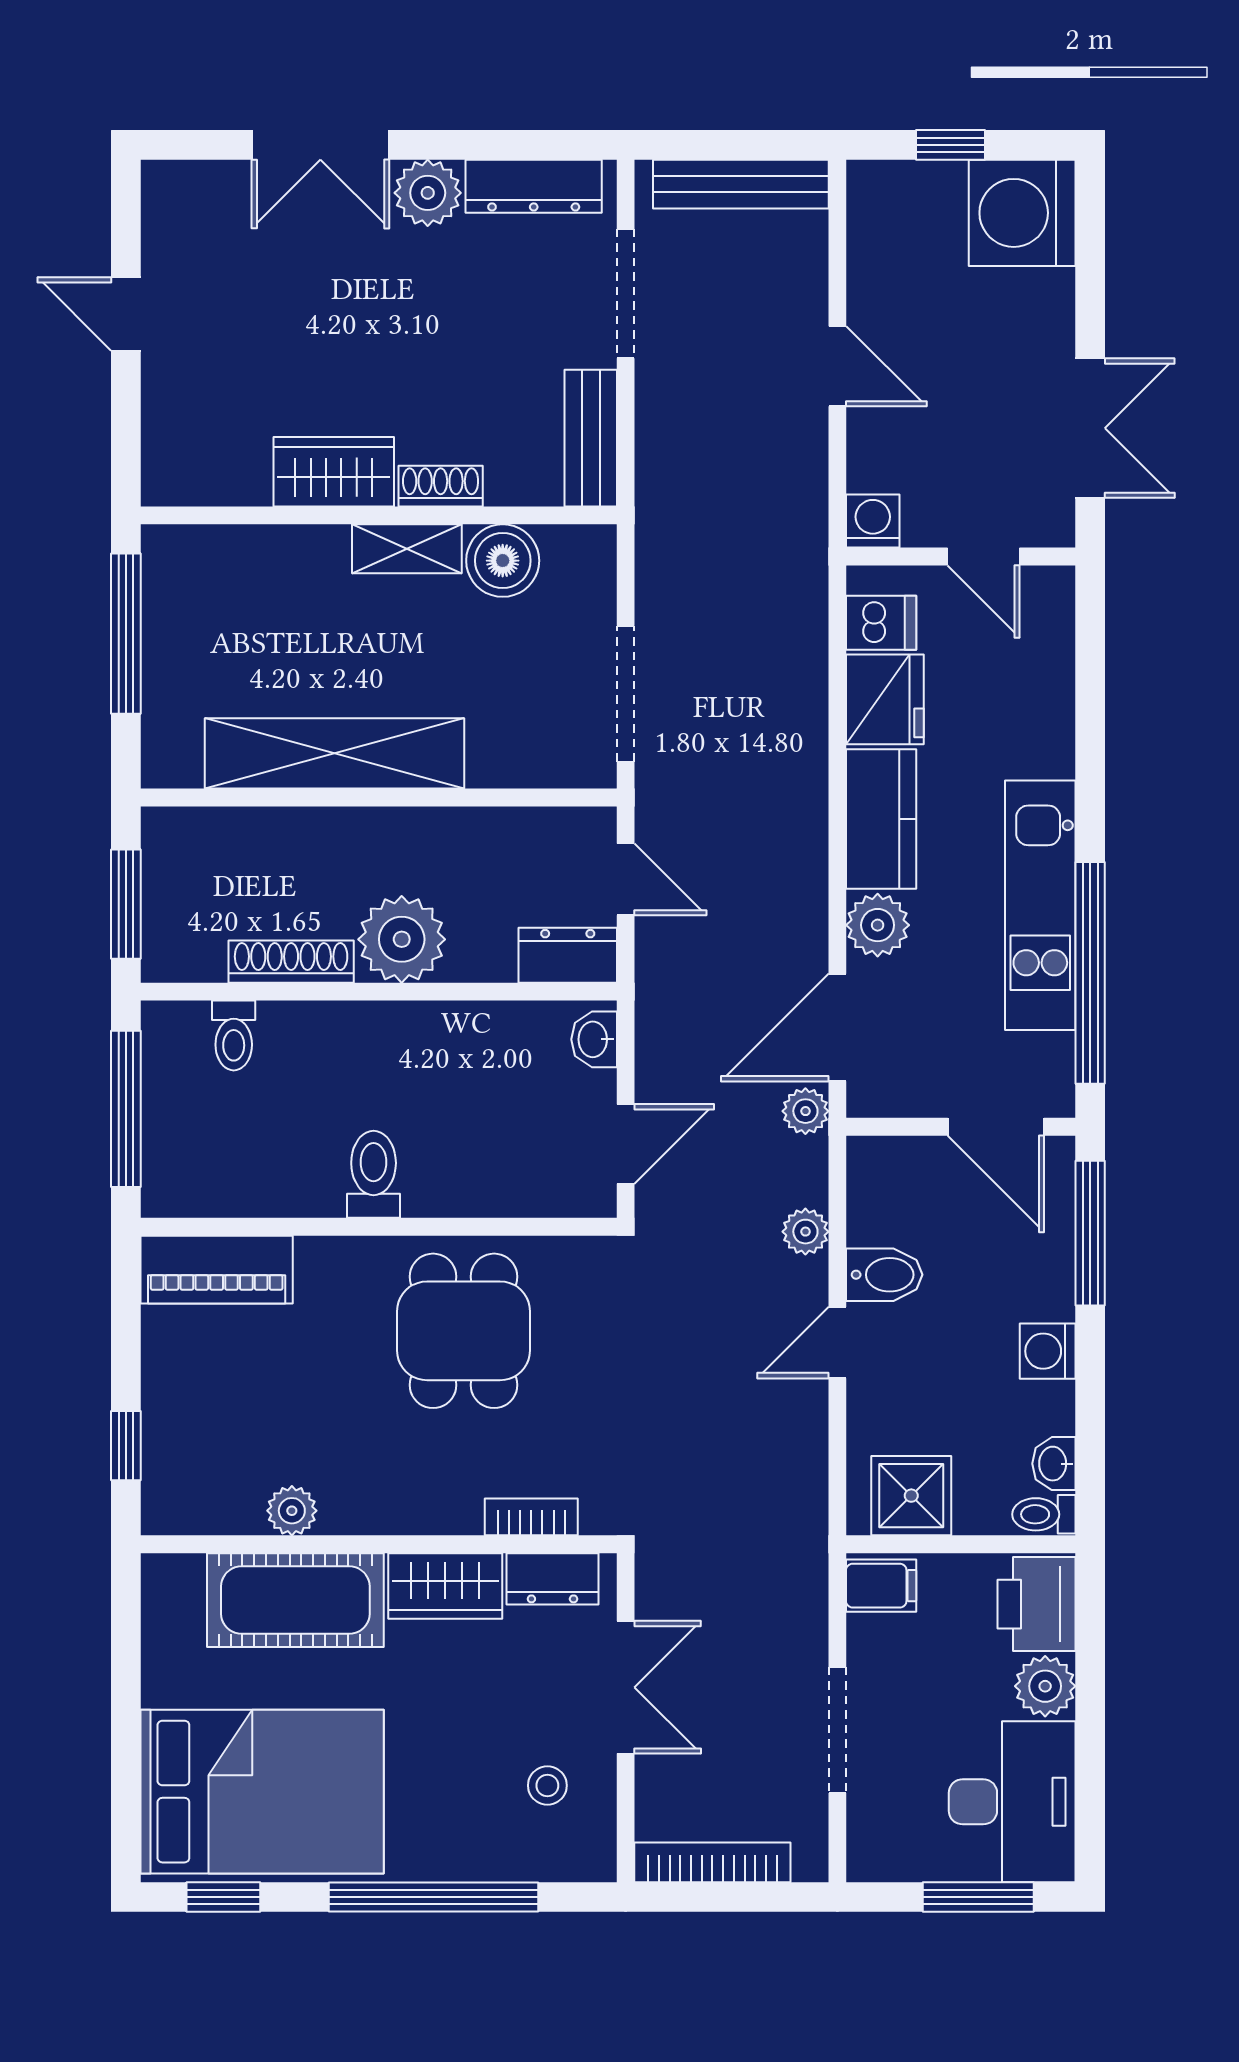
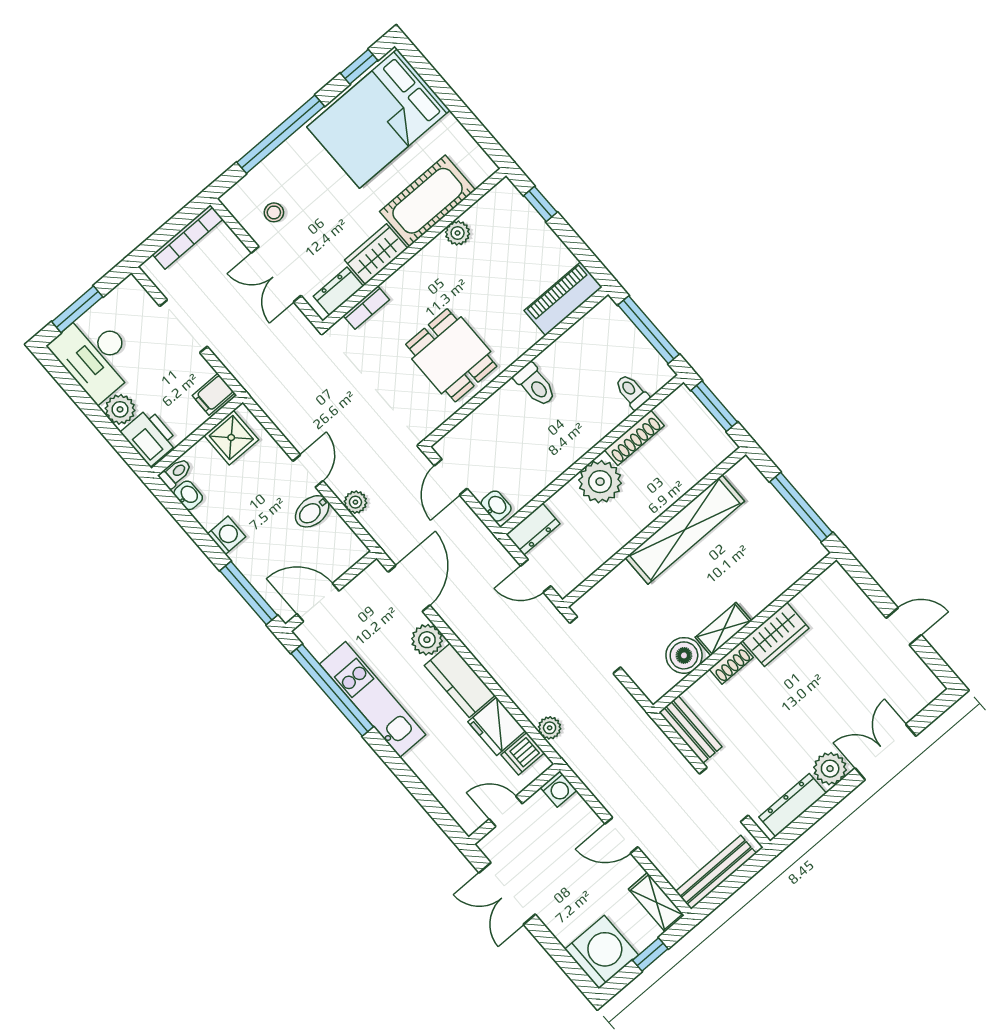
shelving: (872, 217) -> (656, 902), added
plant: (805, 1111) -> (550, 728), moved

